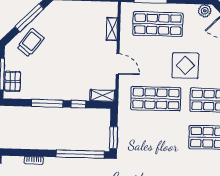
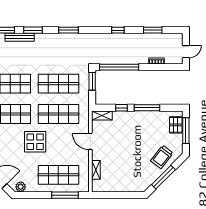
shop shelf: (155, 136) -> (58, 84), added

